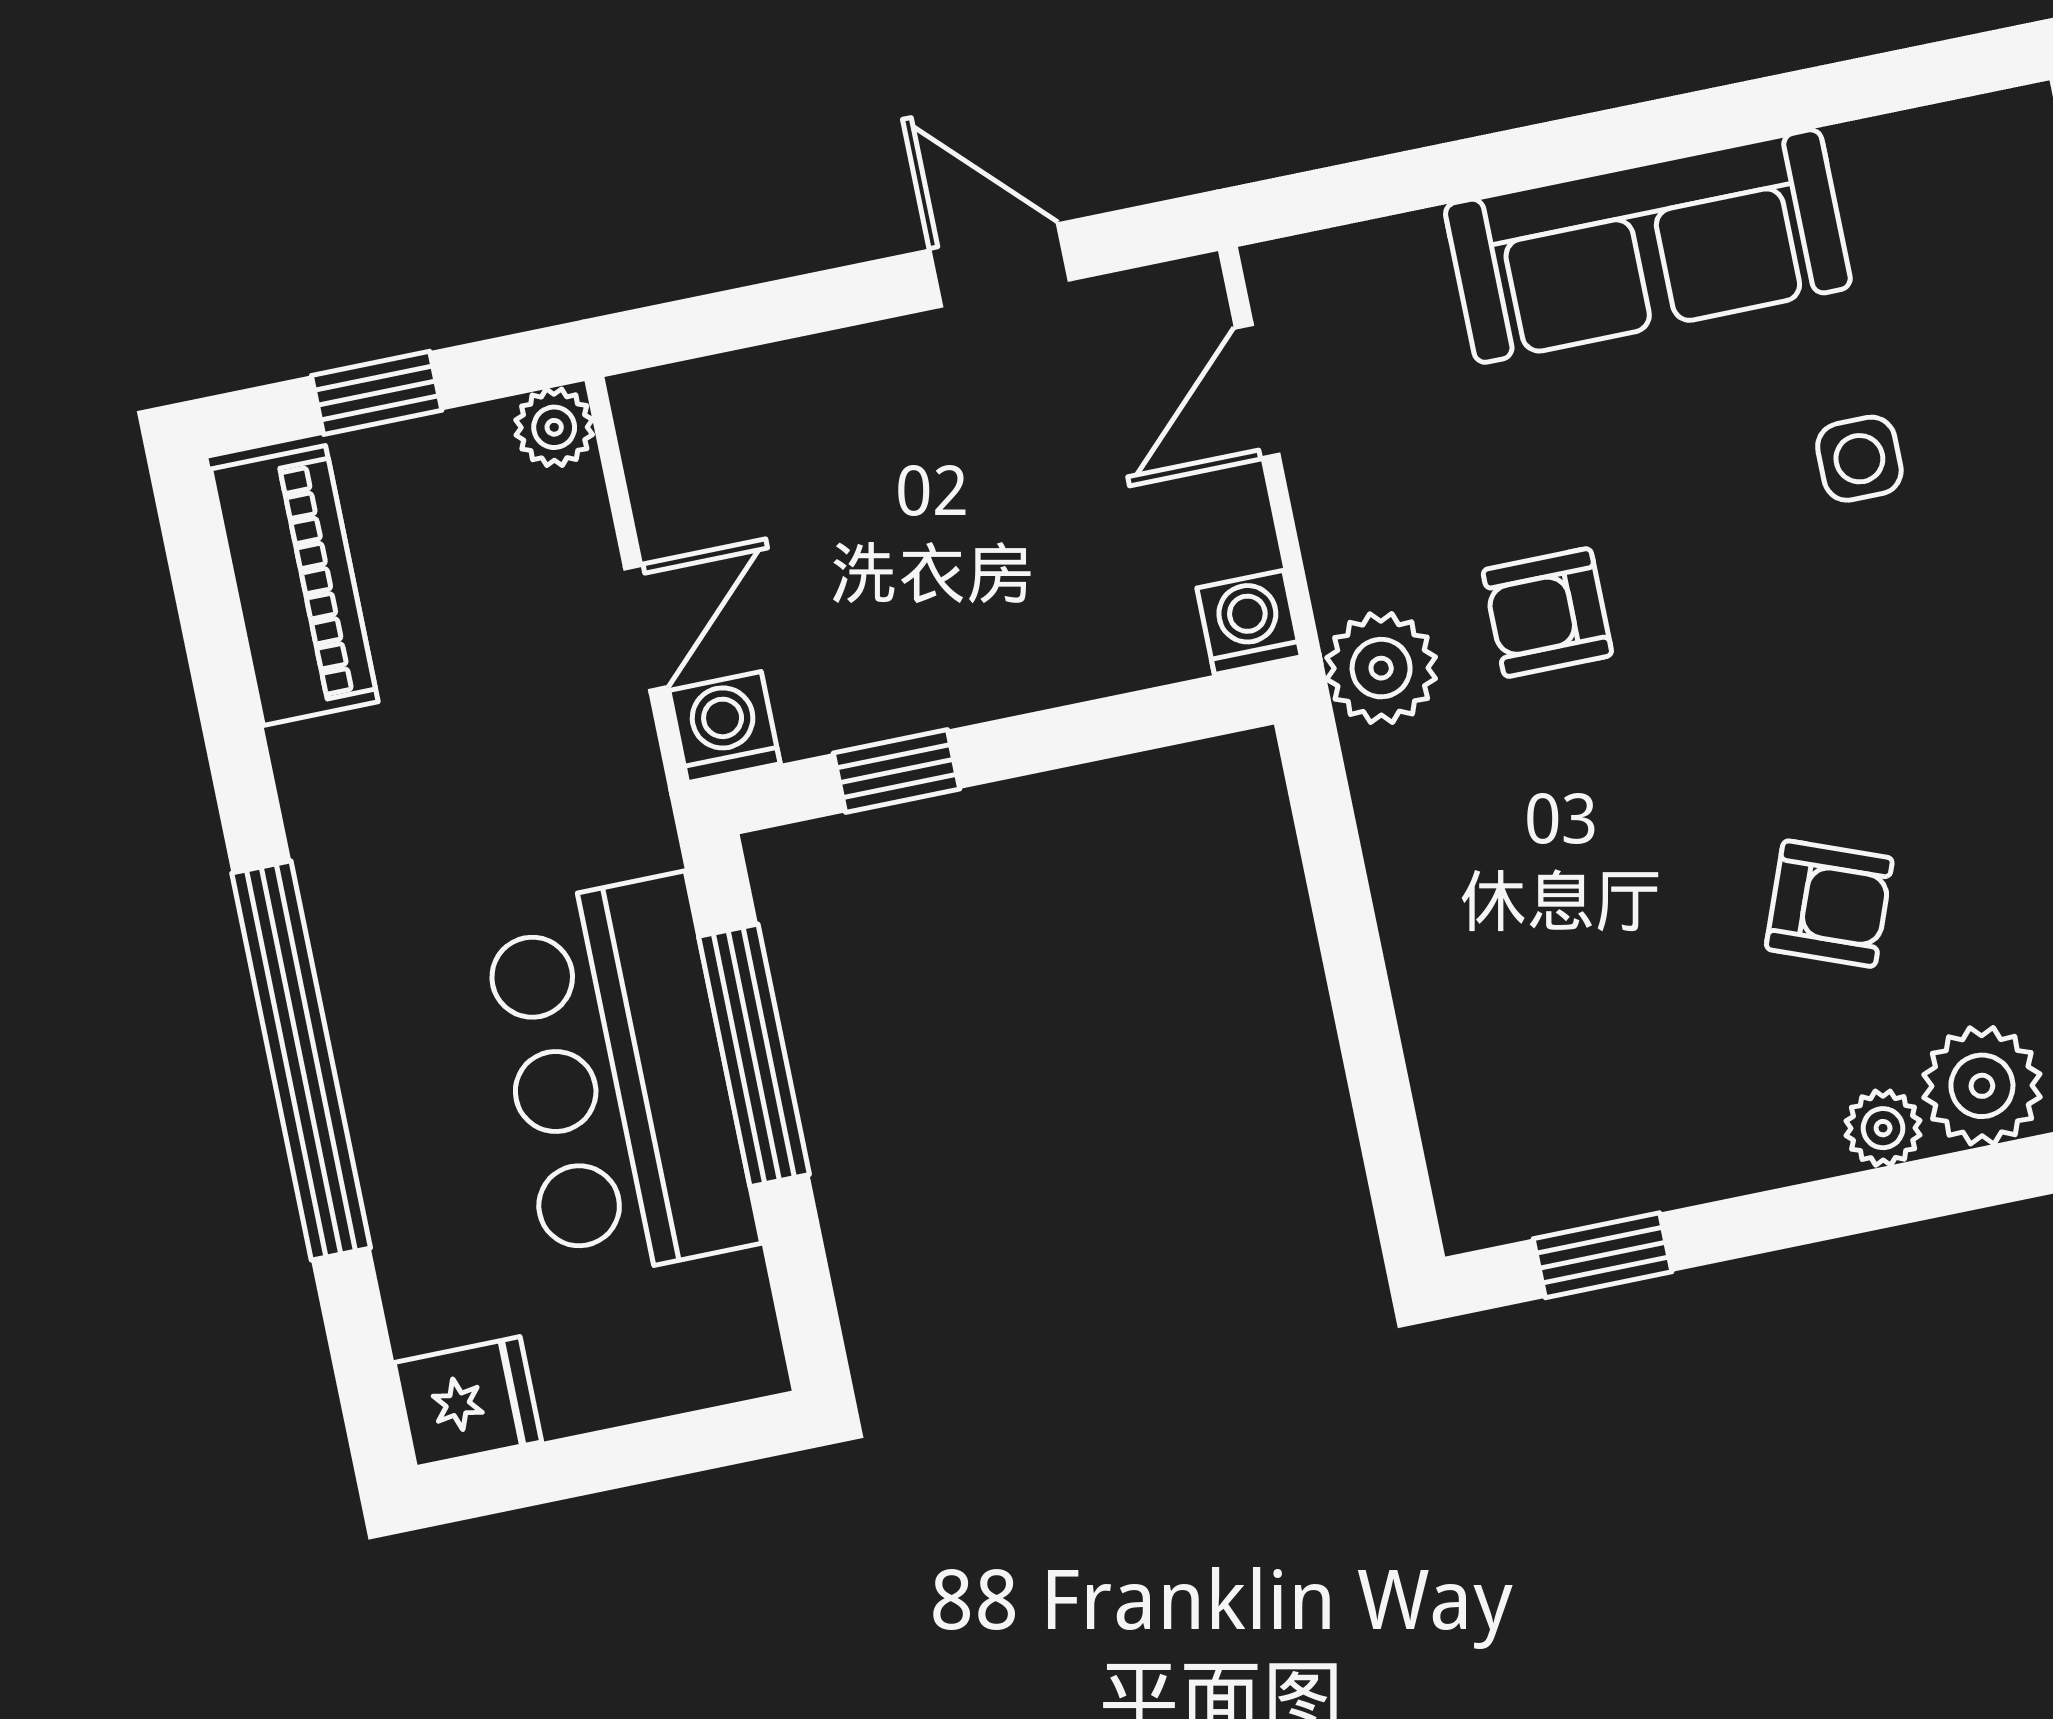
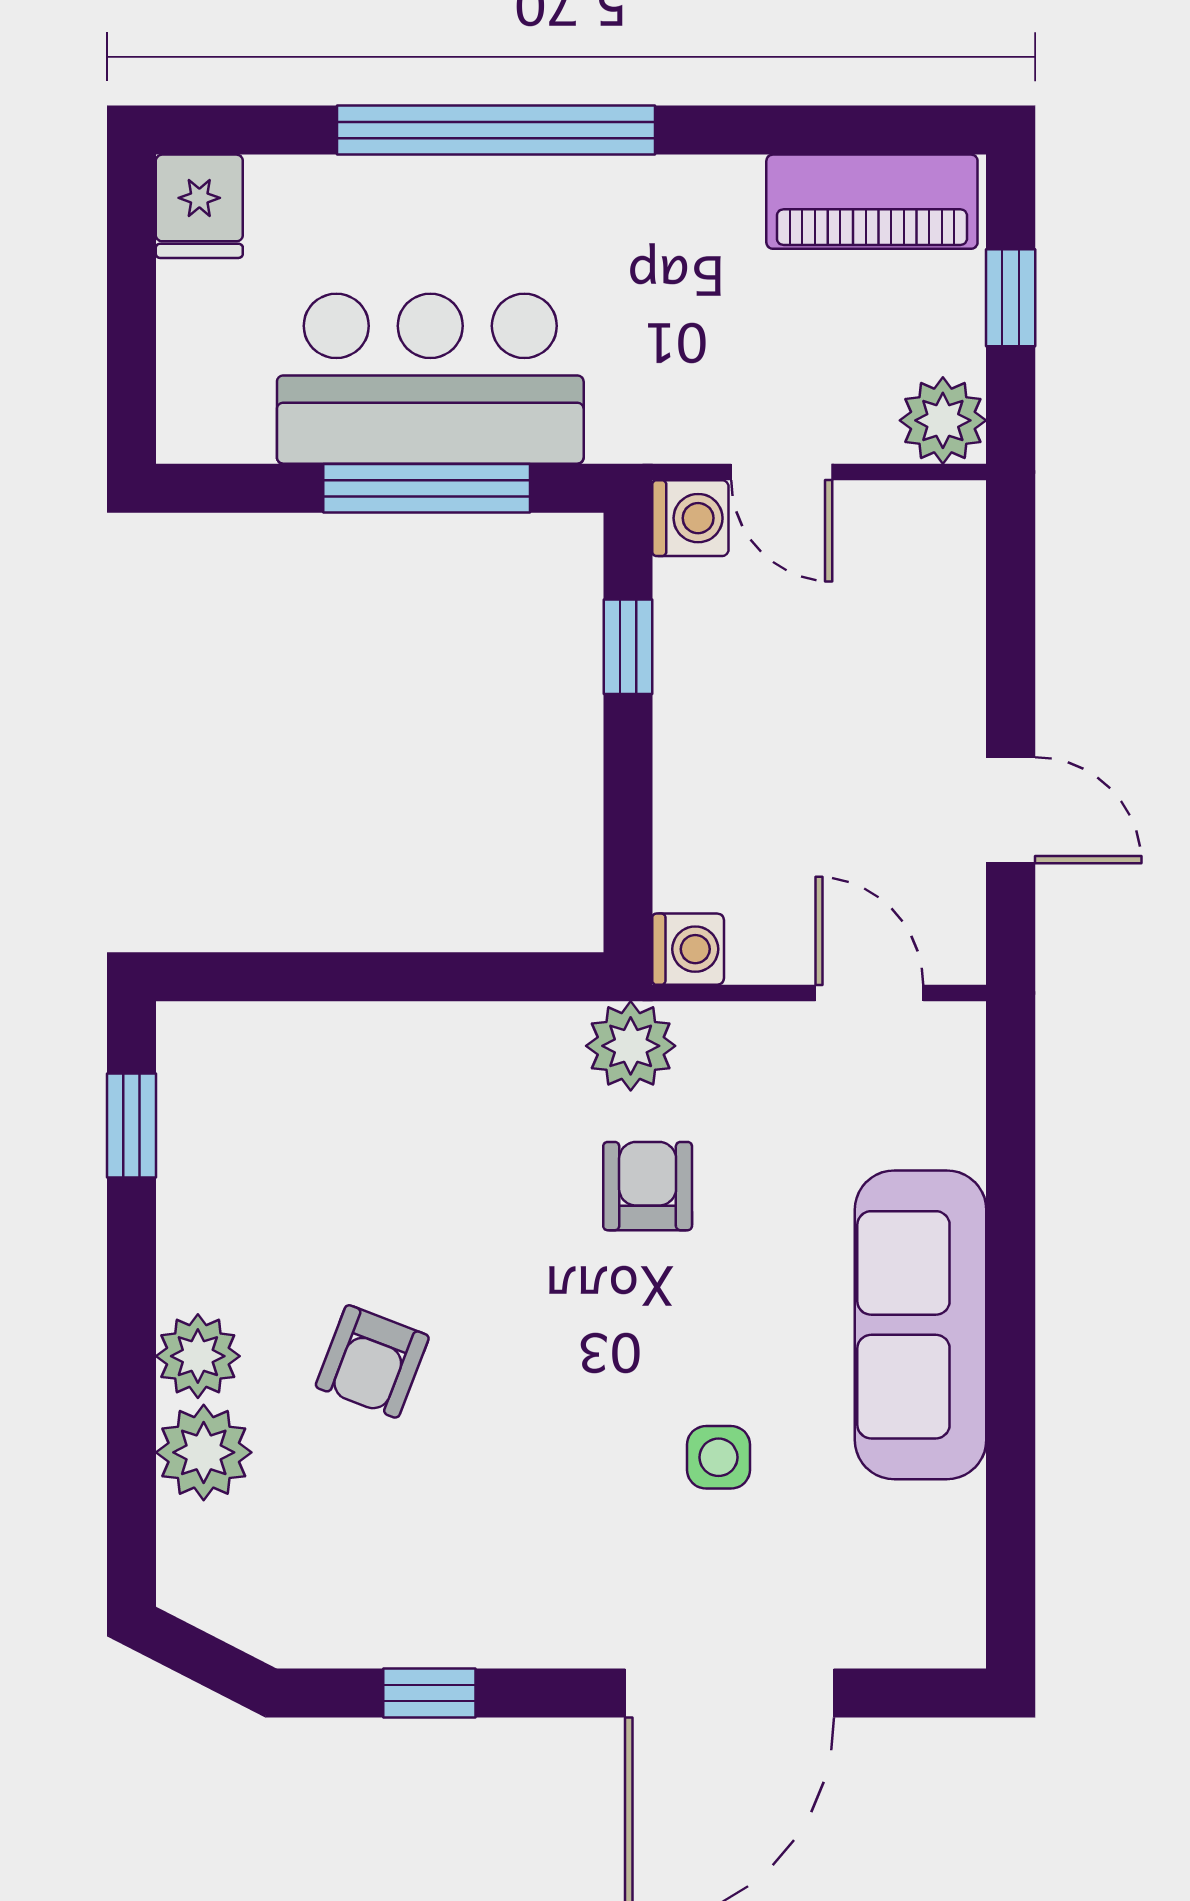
door: (1000, 265) -> (1011, 810), hinge flipped
plant: (554, 427) -> (943, 420), width x1.38, depth x1.38
plant: (1883, 1128) -> (198, 1356), width x1.38, depth x1.38

